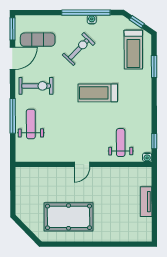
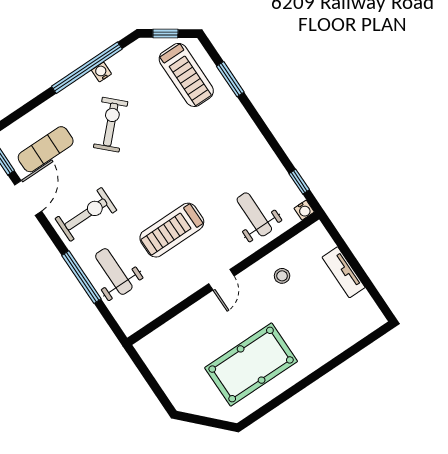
treadmill: (98, 93) -> (172, 230), moved
stool: (114, 183) -> (282, 276), added

